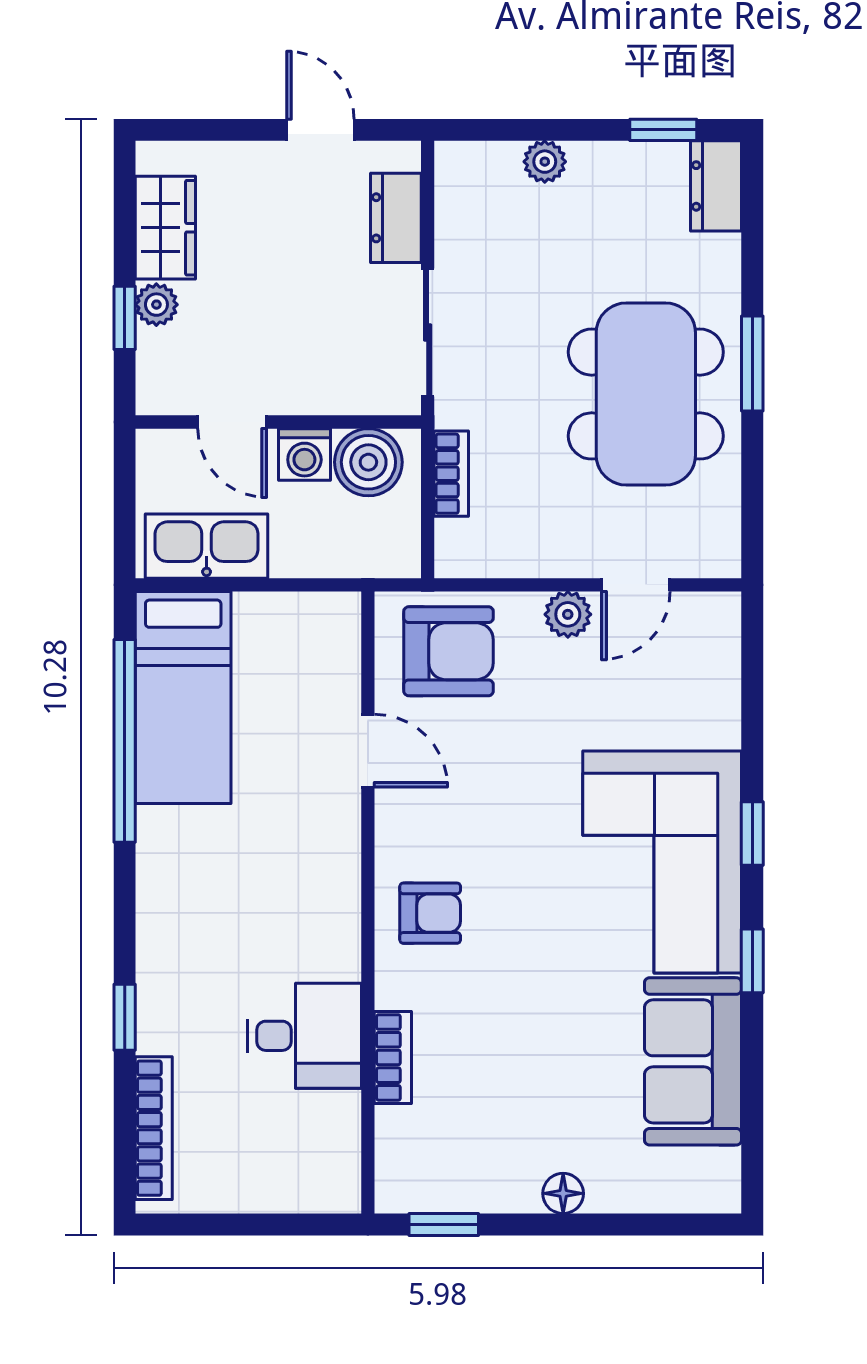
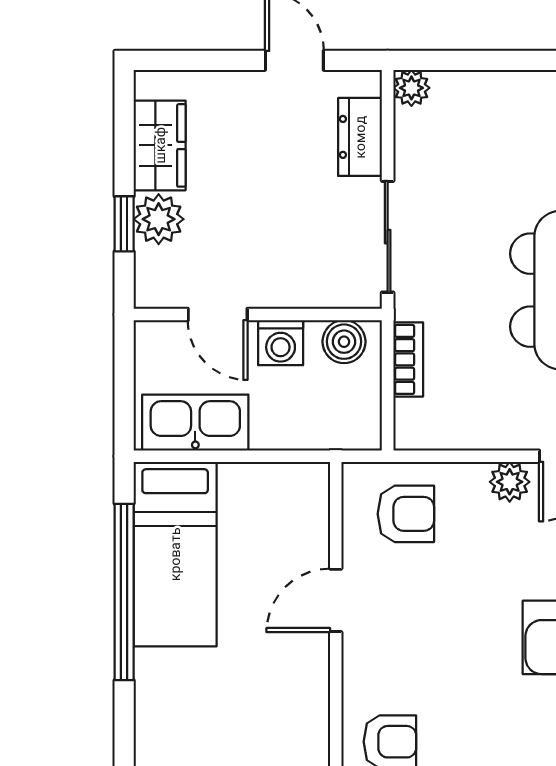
plant: (545, 162) -> (411, 88), moved
plant: (156, 305) -> (159, 219), width x1.38, depth x1.38
boiler: (368, 462) -> (344, 342), width x0.73, depth x0.73
armchair: (449, 651) -> (406, 514), width x0.72, depth x0.72
door: (368, 751) -> (336, 600), swing flipped

